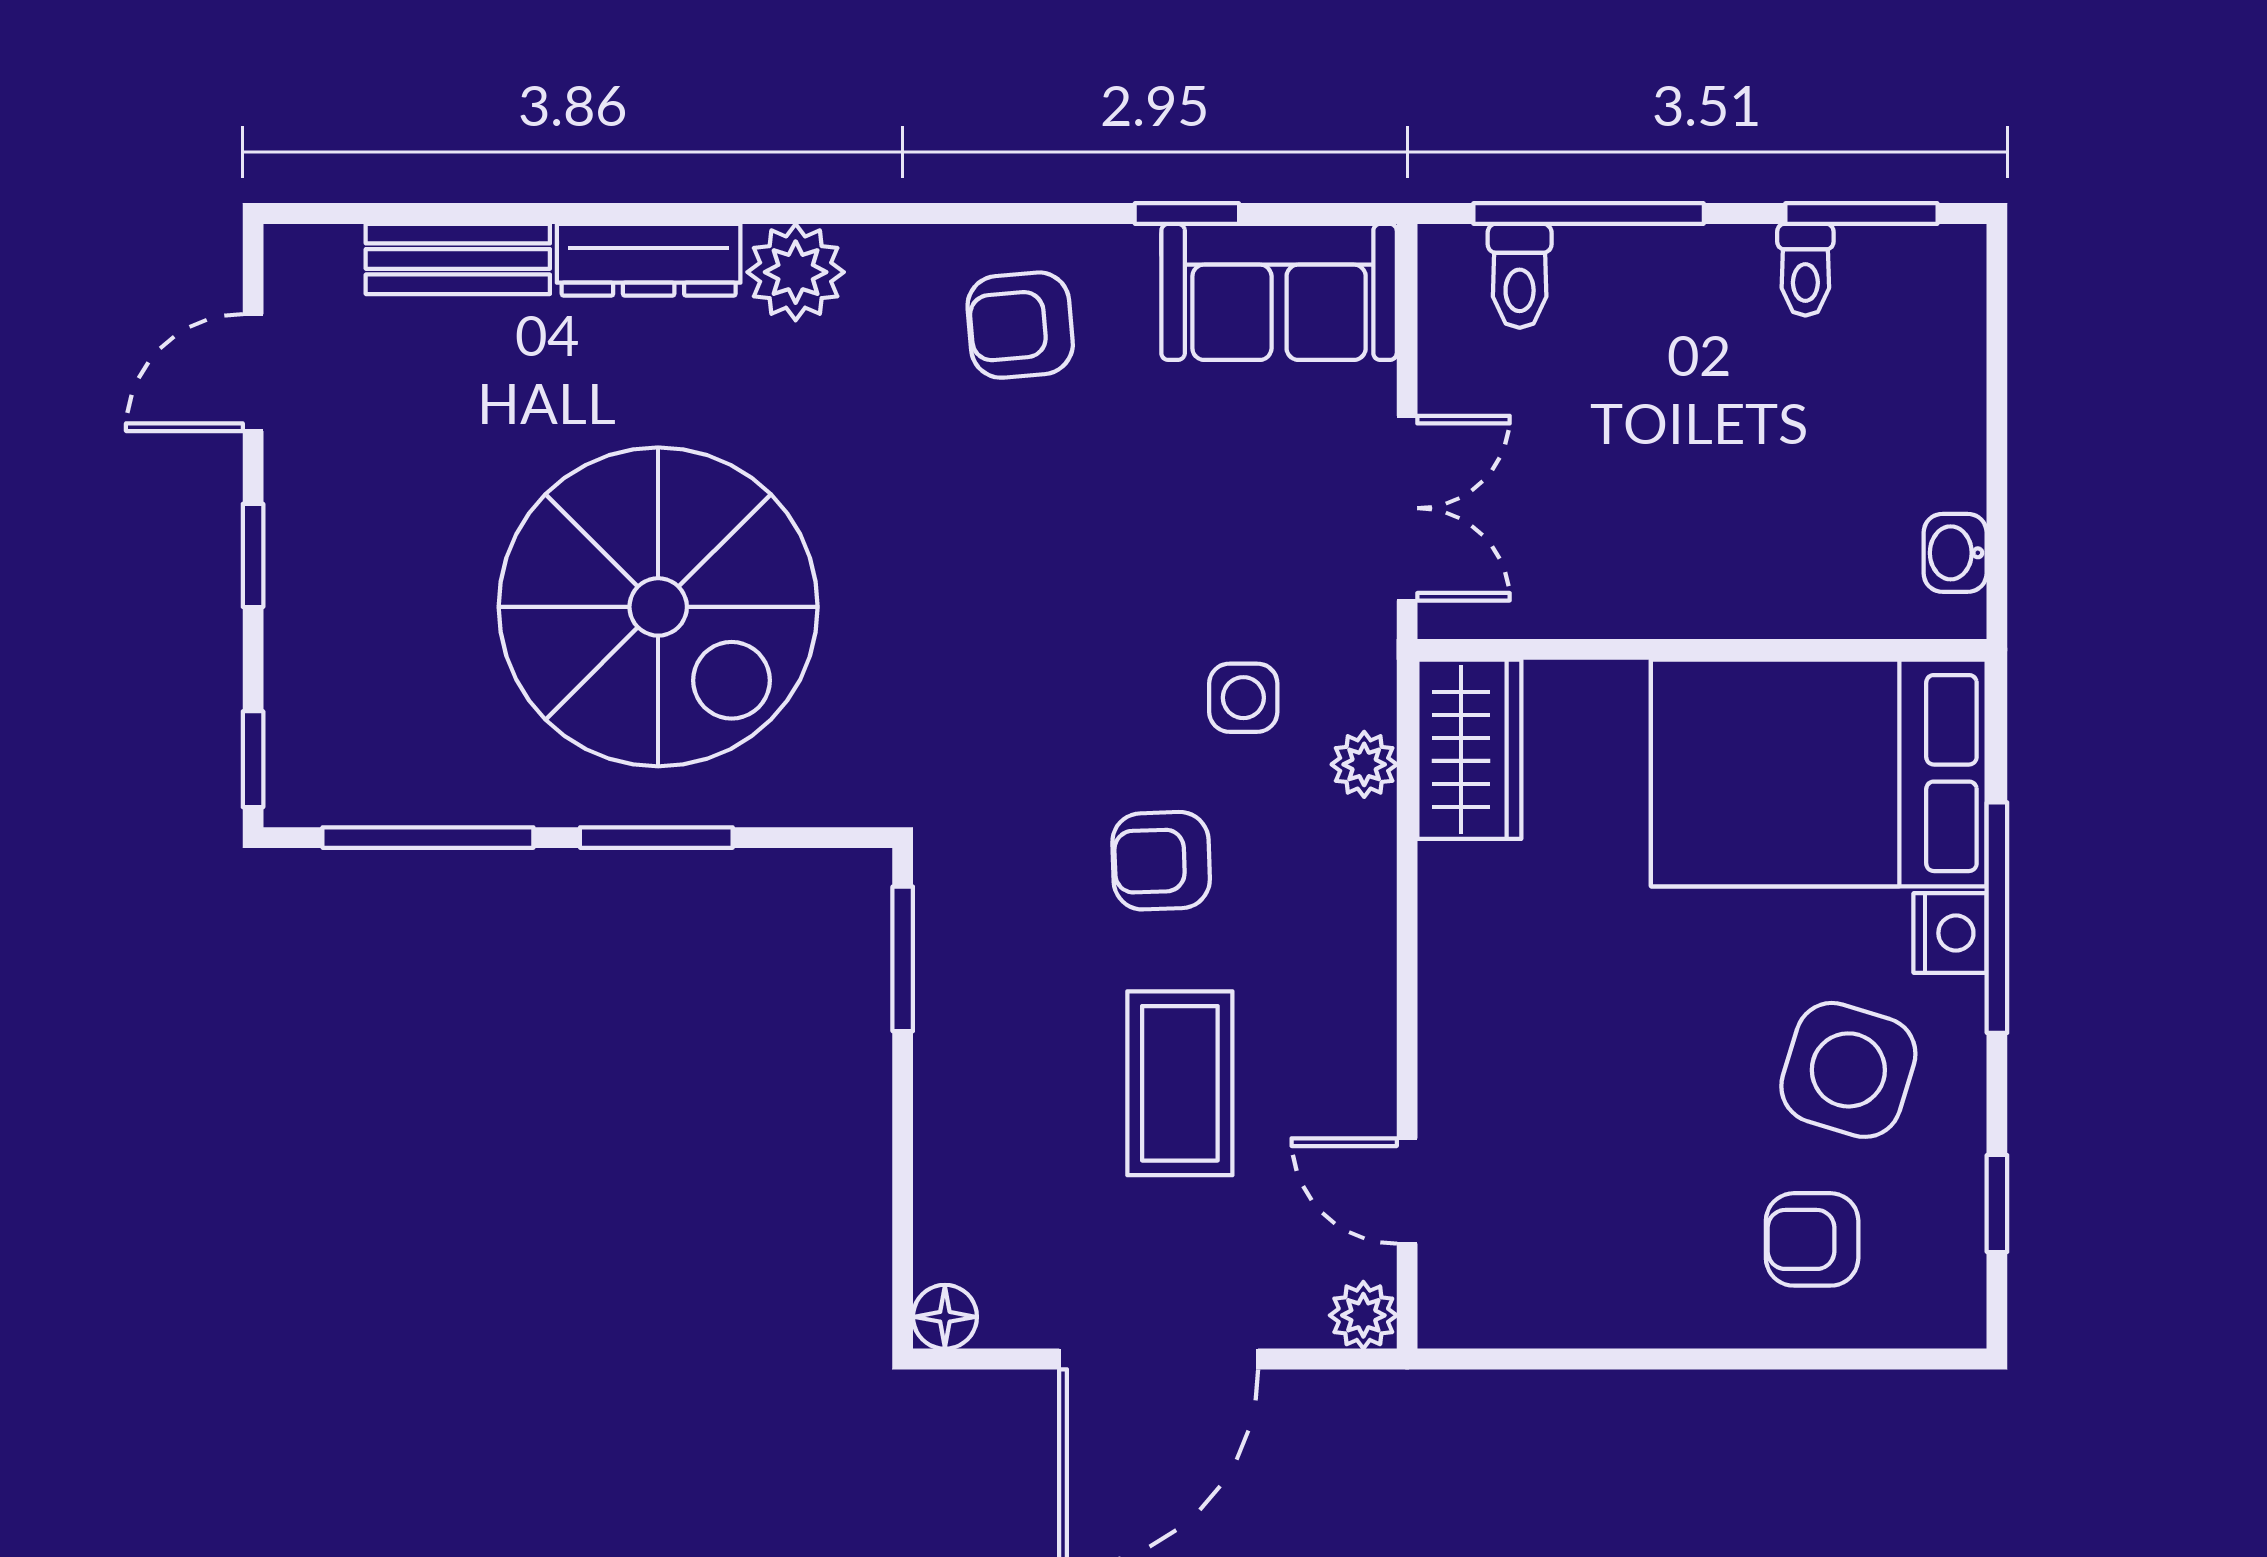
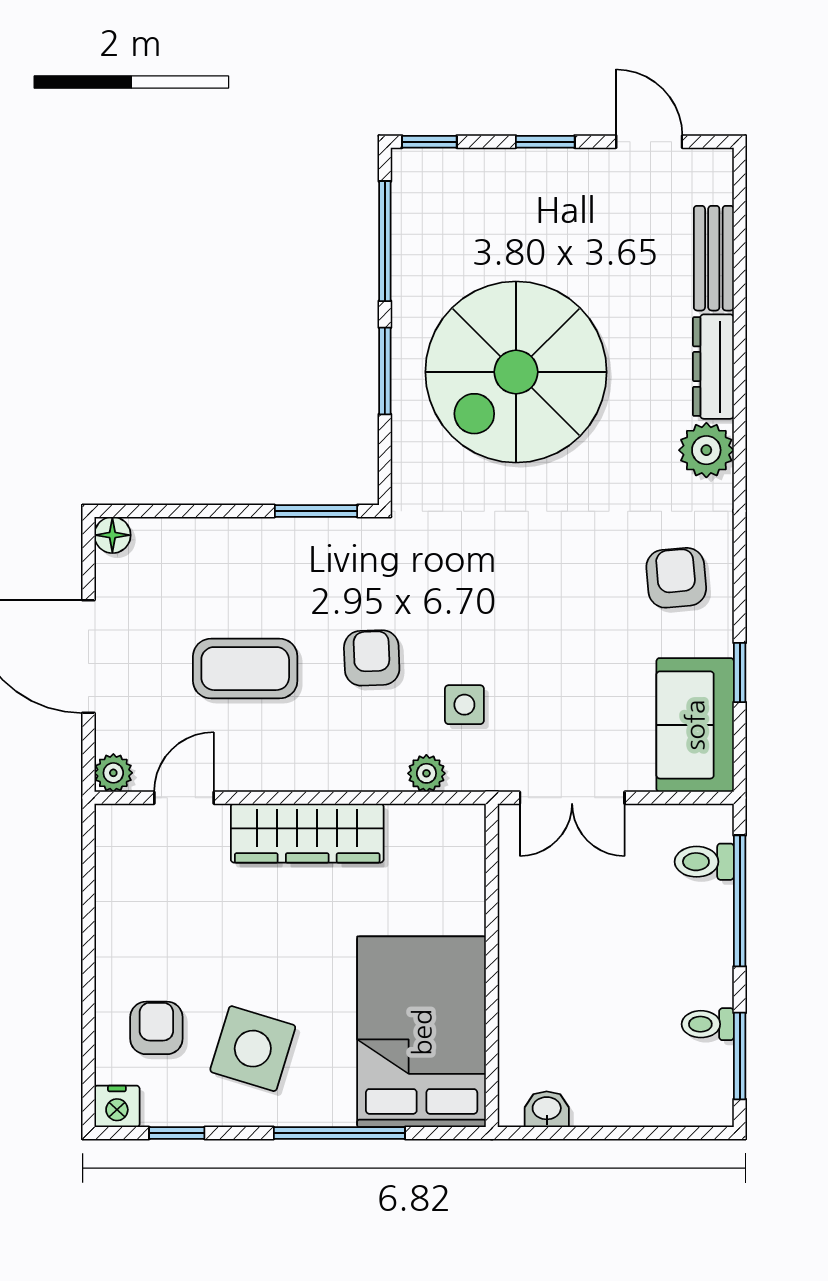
wardrobe: (1469, 749) -> (307, 833), moved, width x1.50
nightstand: (1950, 933) -> (117, 1106), moved

